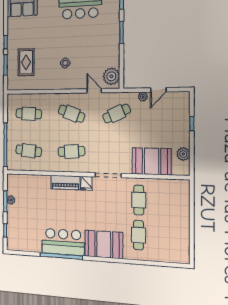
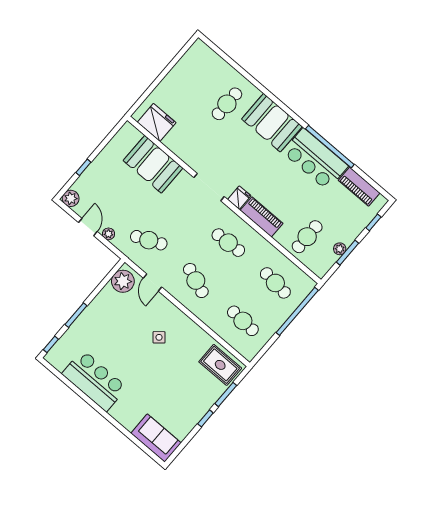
rug: (26, 62) -> (220, 365), moved, turned 90
door: (158, 90) -> (88, 227), hinge flipped
plant: (183, 154) -> (71, 198), moved
fridge: (171, 189) -> (157, 122), added
cafe table: (139, 200) -> (307, 237), moved
piano: (28, 245) -> (359, 187), added

